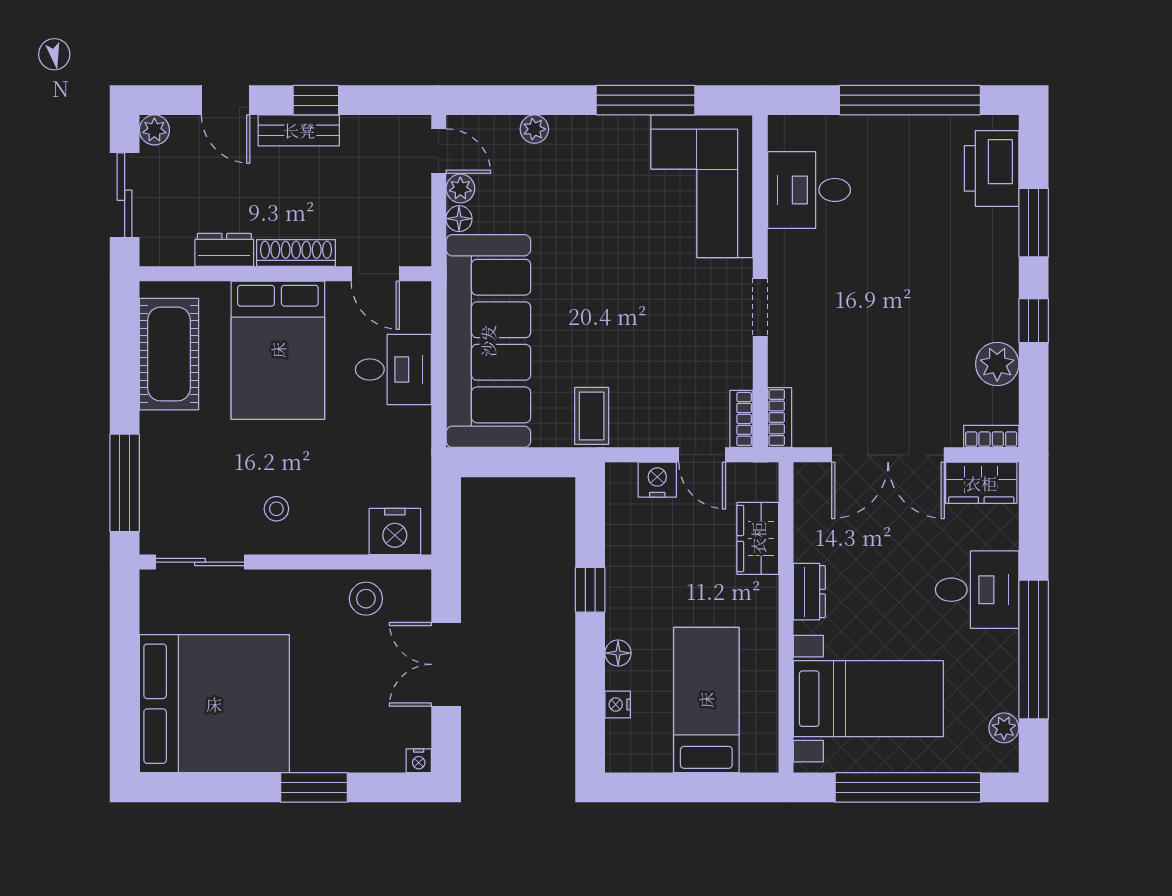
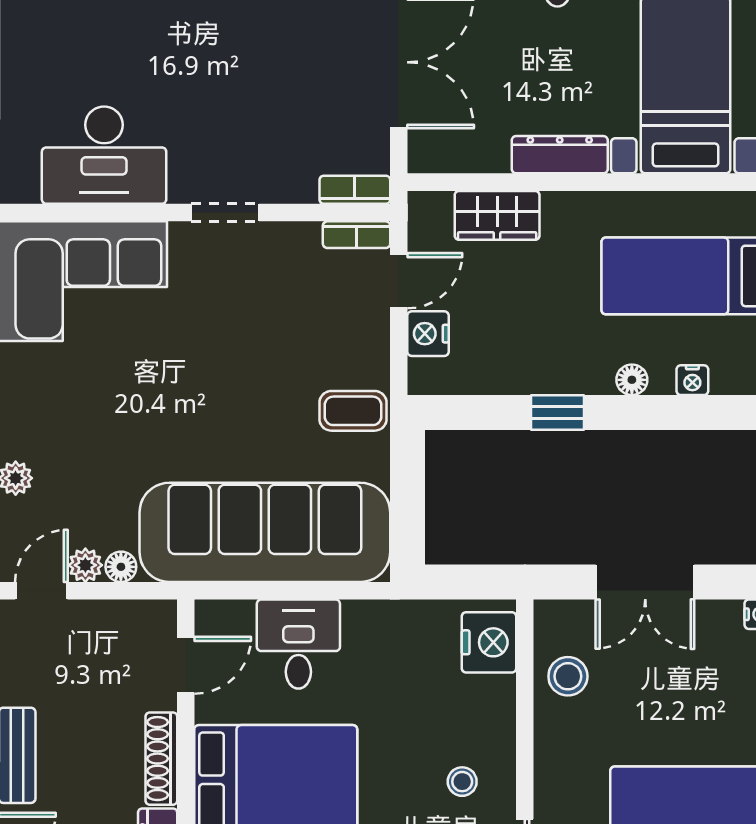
desk: (809, 190) -> (104, 155), width x1.37
dresser: (809, 592) -> (560, 155), width x1.44

